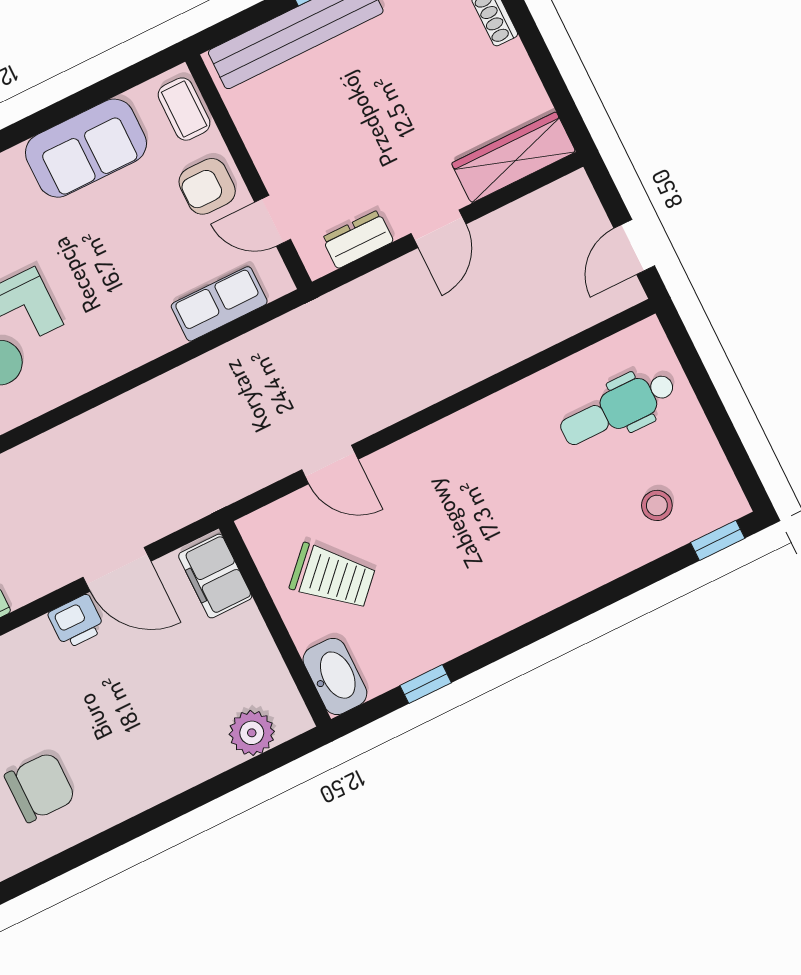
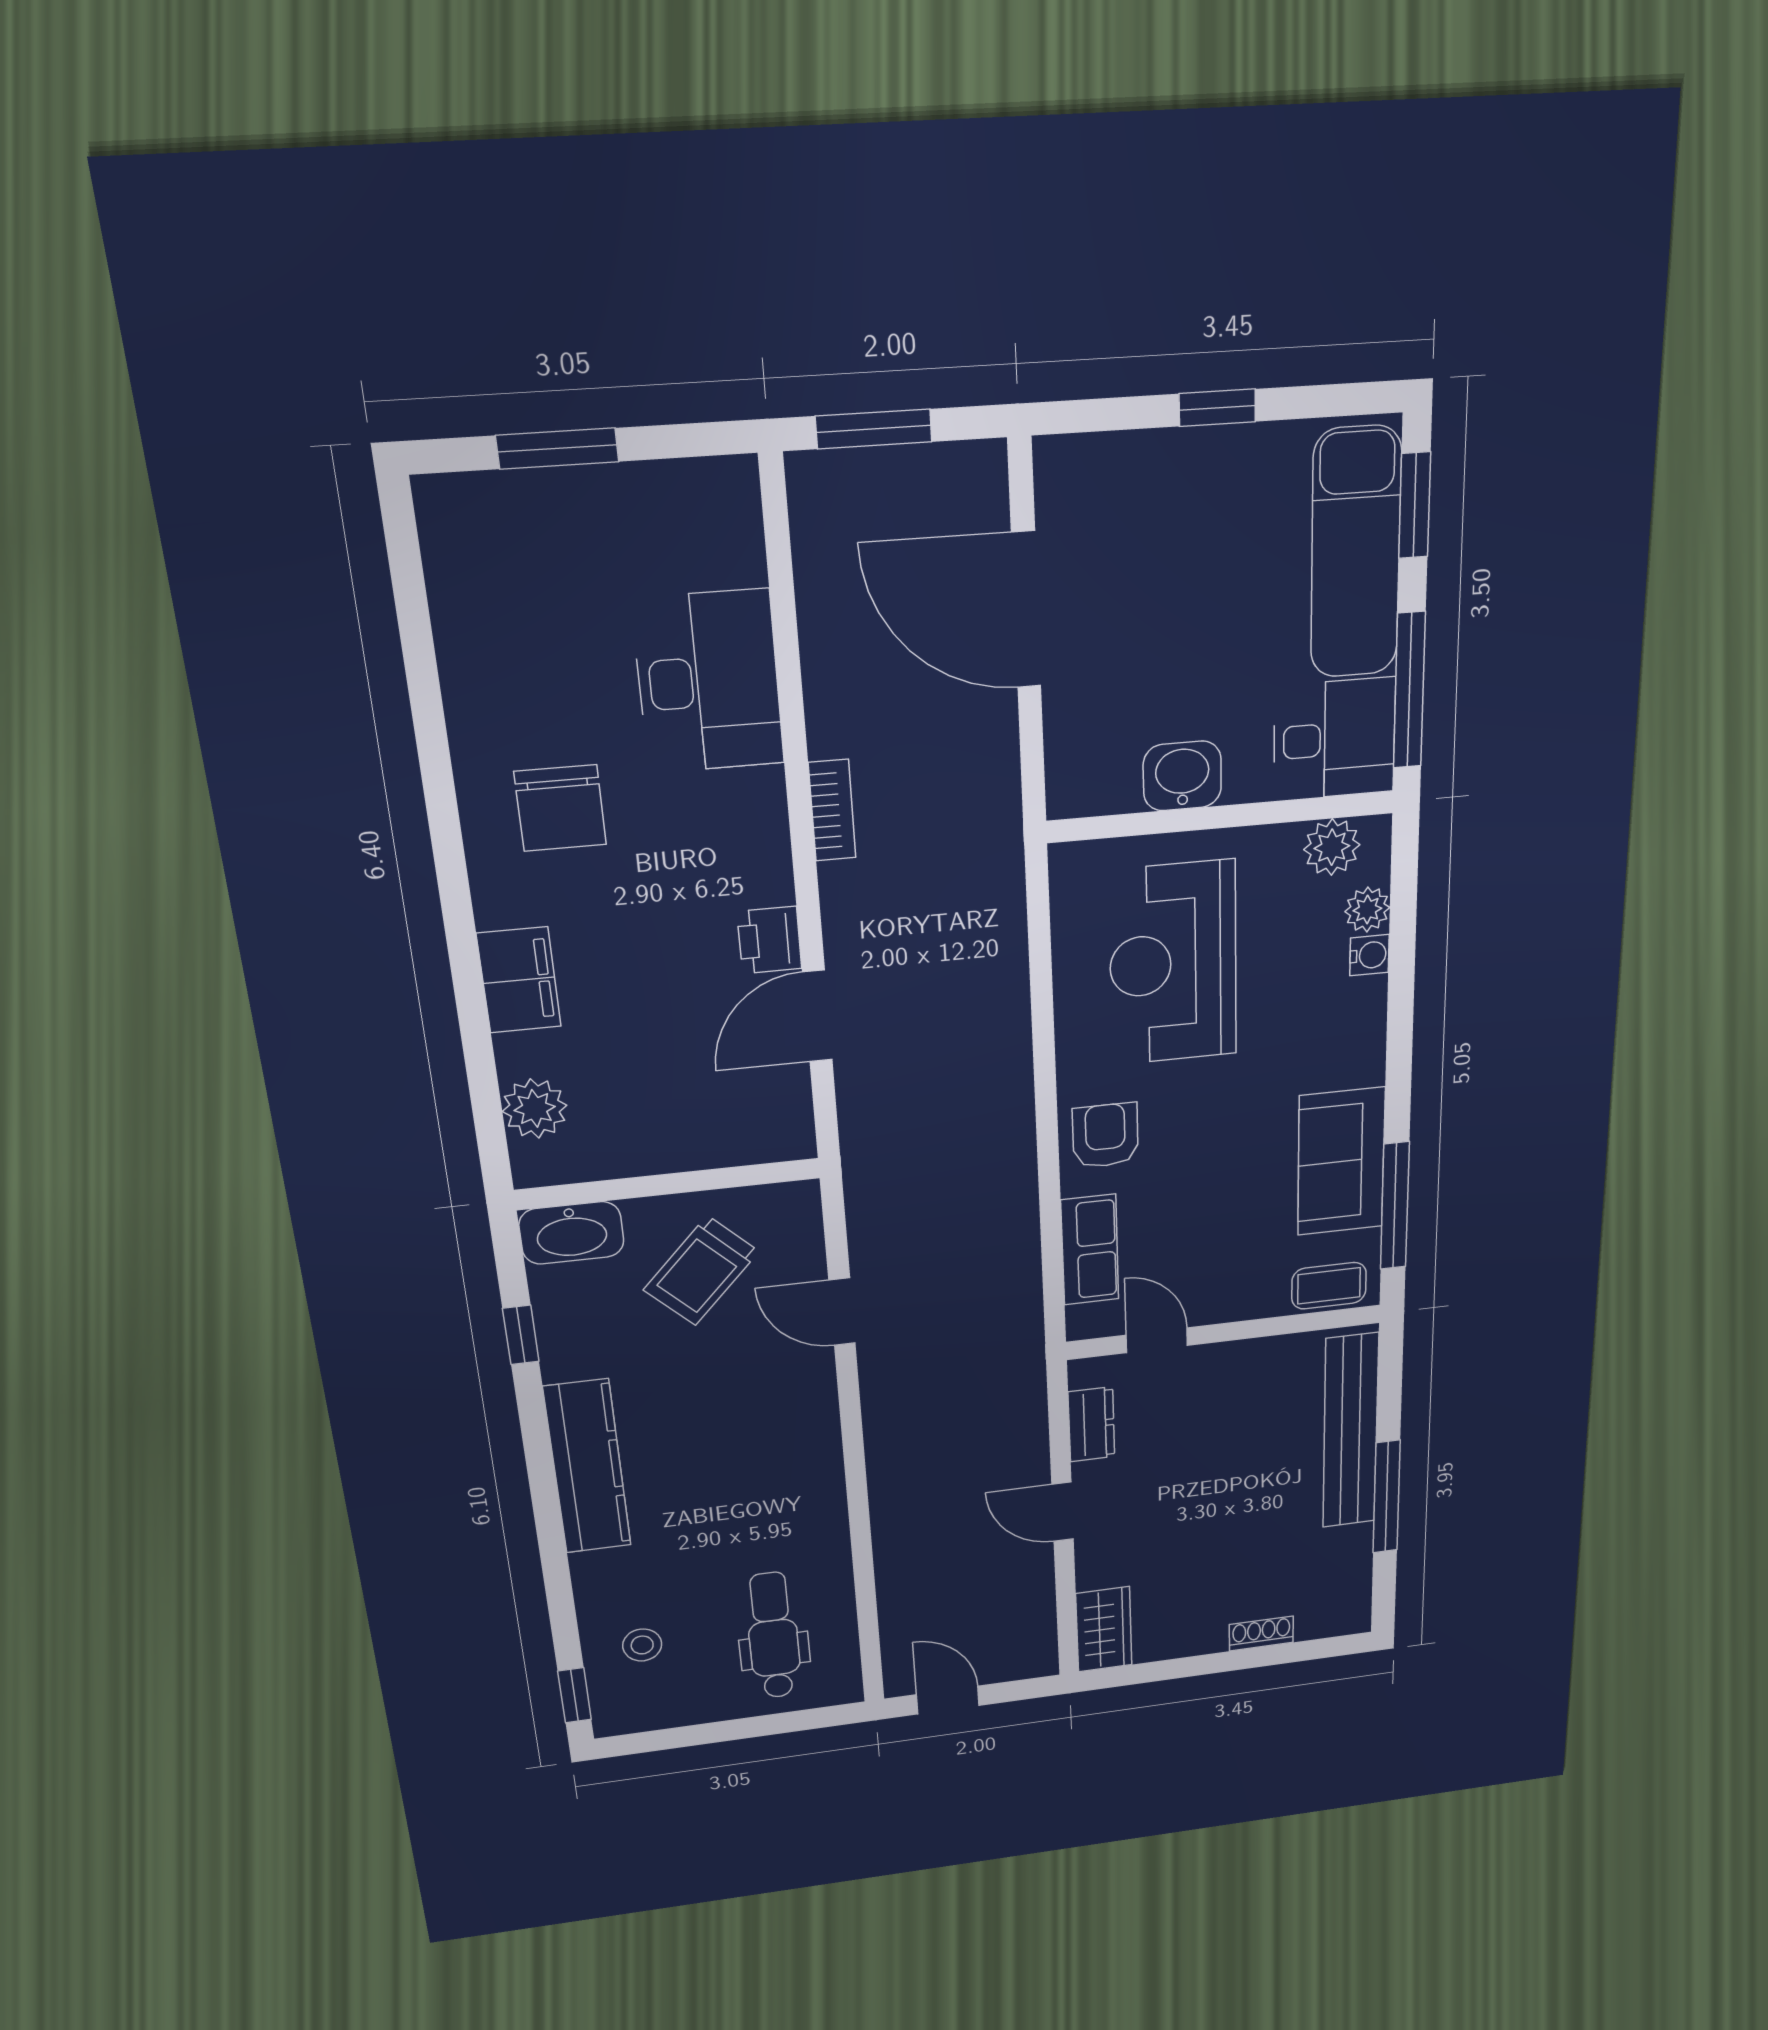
window: (105, 90) -> (1395, 1206), added
wardrobe: (514, 157) -> (1104, 1629), width x0.67
armchair: (207, 186) -> (1105, 1136), moved
door: (273, 221) -> (1157, 1340), hinge flipped
door: (330, 465) -> (842, 1312), hinge flipped
filing cabinet: (215, 576) -> (519, 980), moved, turned 90
kitchen counter: (516, 601) -> (587, 1467), added

